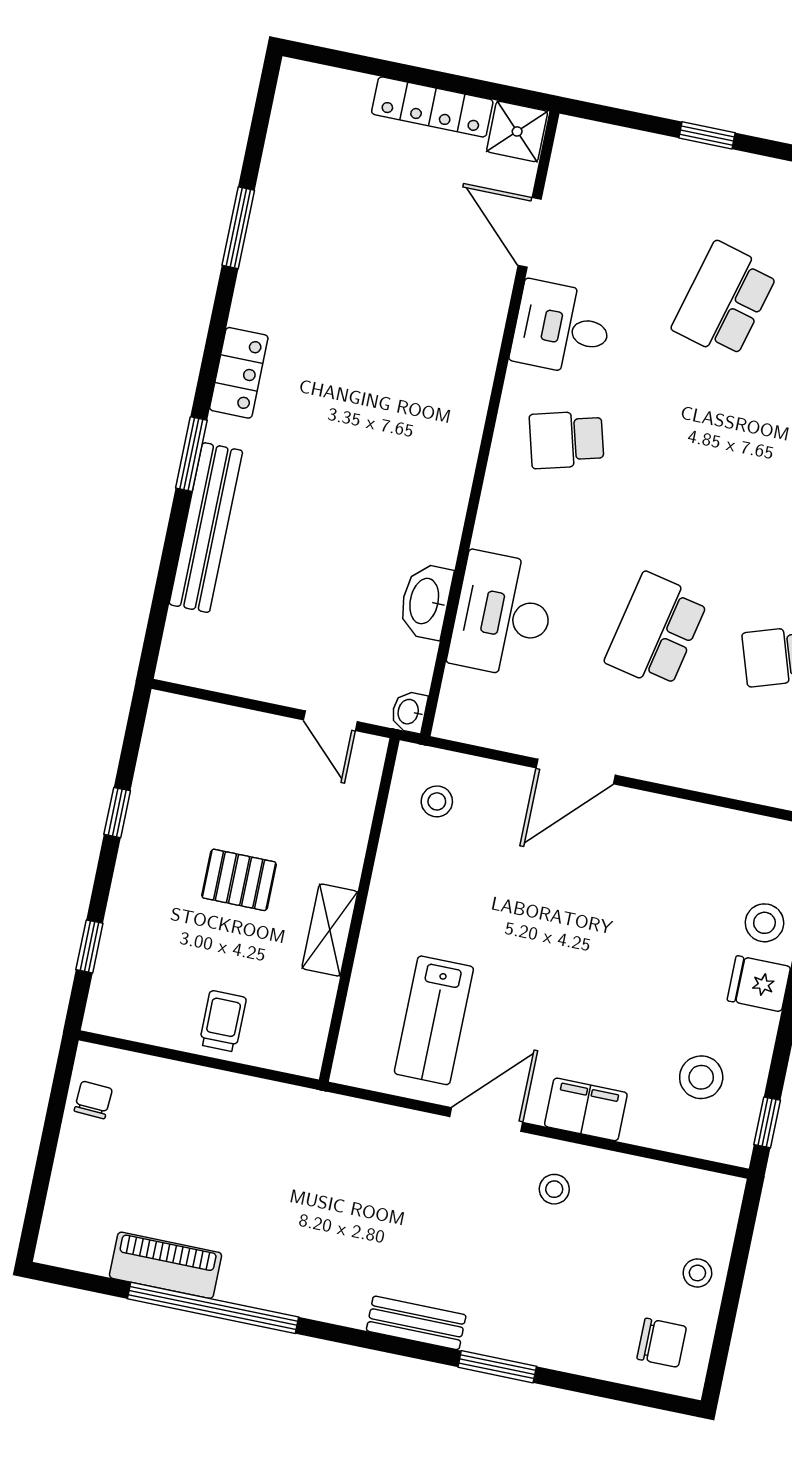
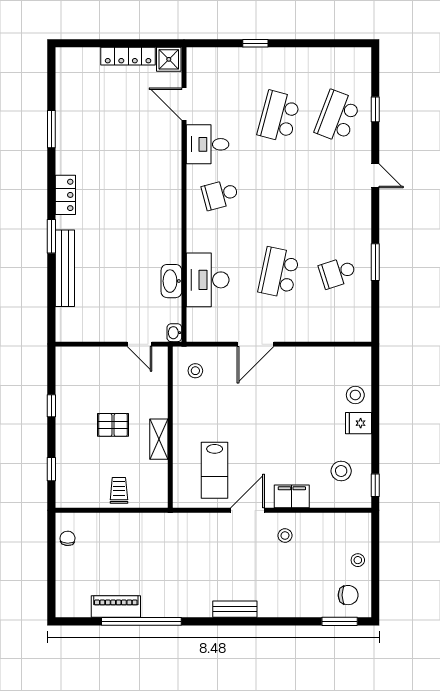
window: (497, 1367) -> (340, 621), moved

